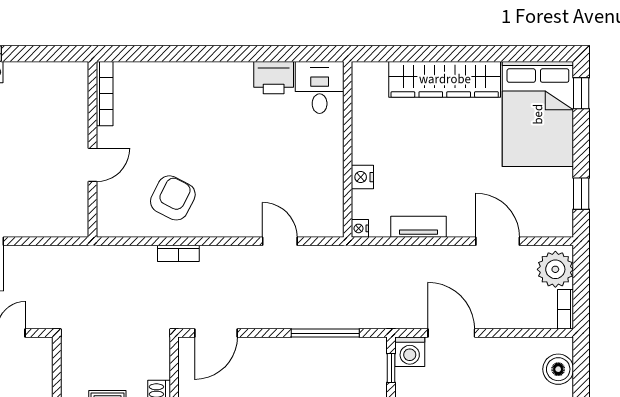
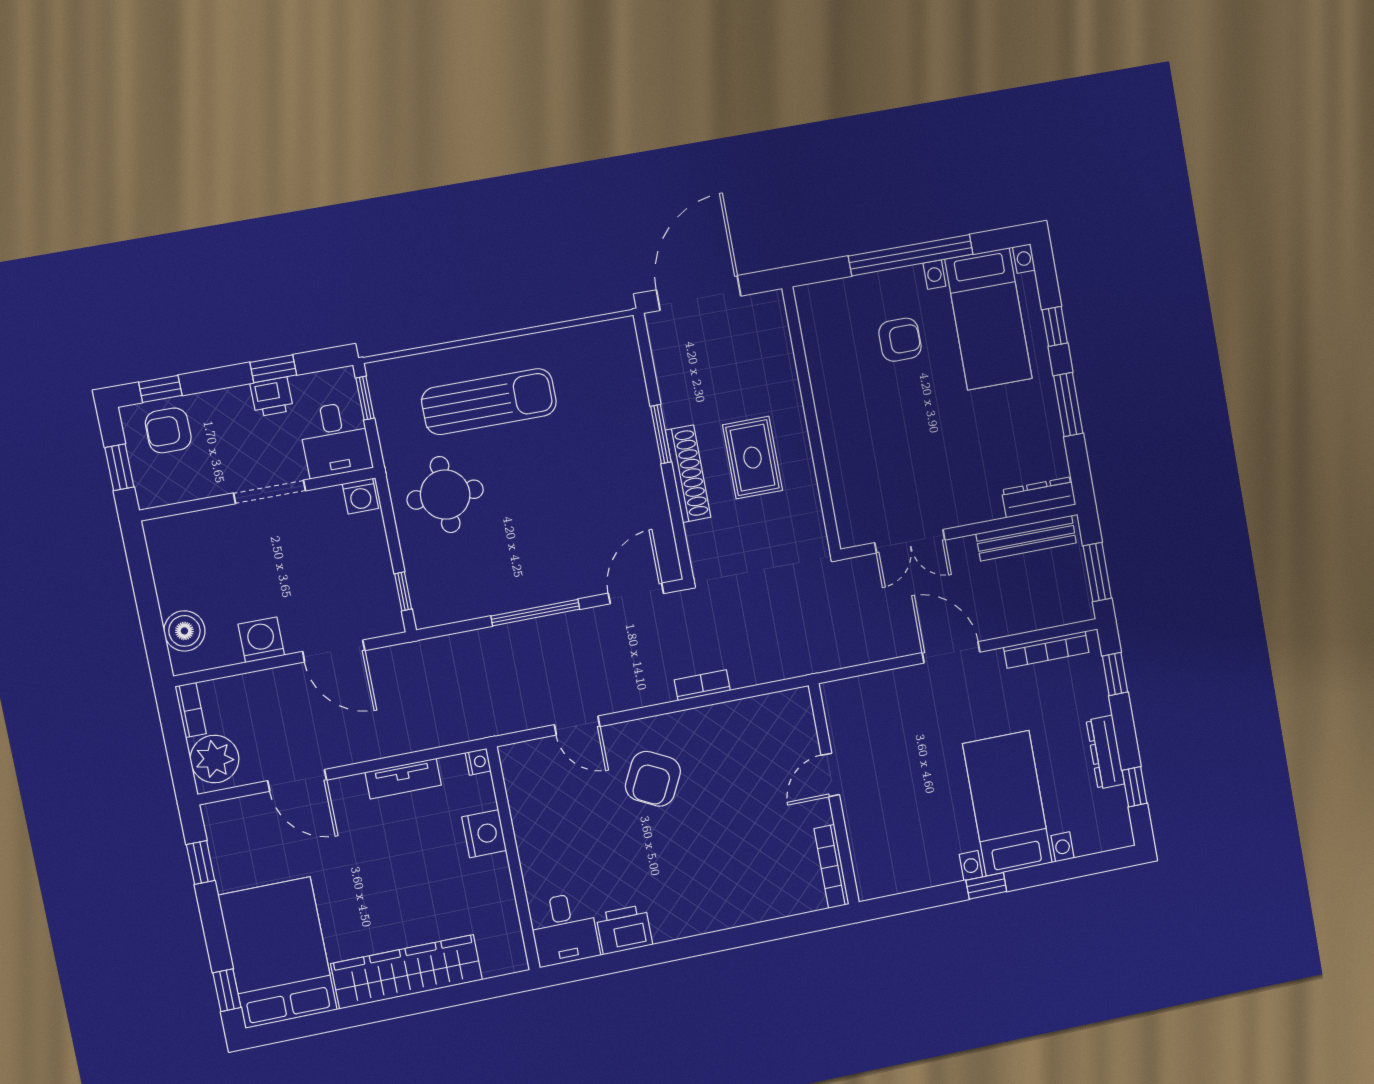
nightstand: (362, 177) -> (484, 834), width x1.36, depth x1.33
armchair: (173, 198) -> (653, 779), moved
window: (325, 333) -> (535, 613), moved
washing machine: (410, 352) -> (261, 640), moved

